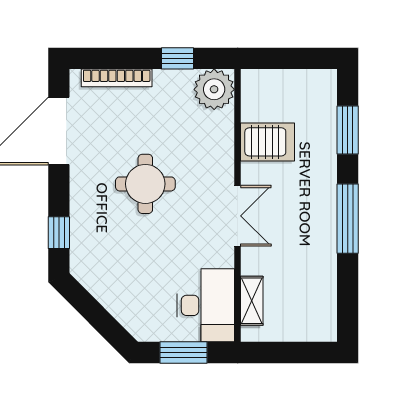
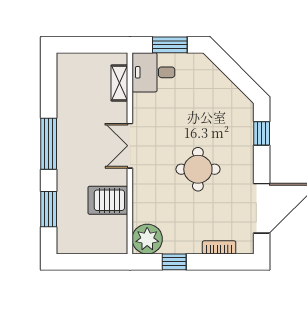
bookcase: (117, 78) -> (219, 247), width x0.64
desk: (206, 305) -> (153, 72), width x0.73

